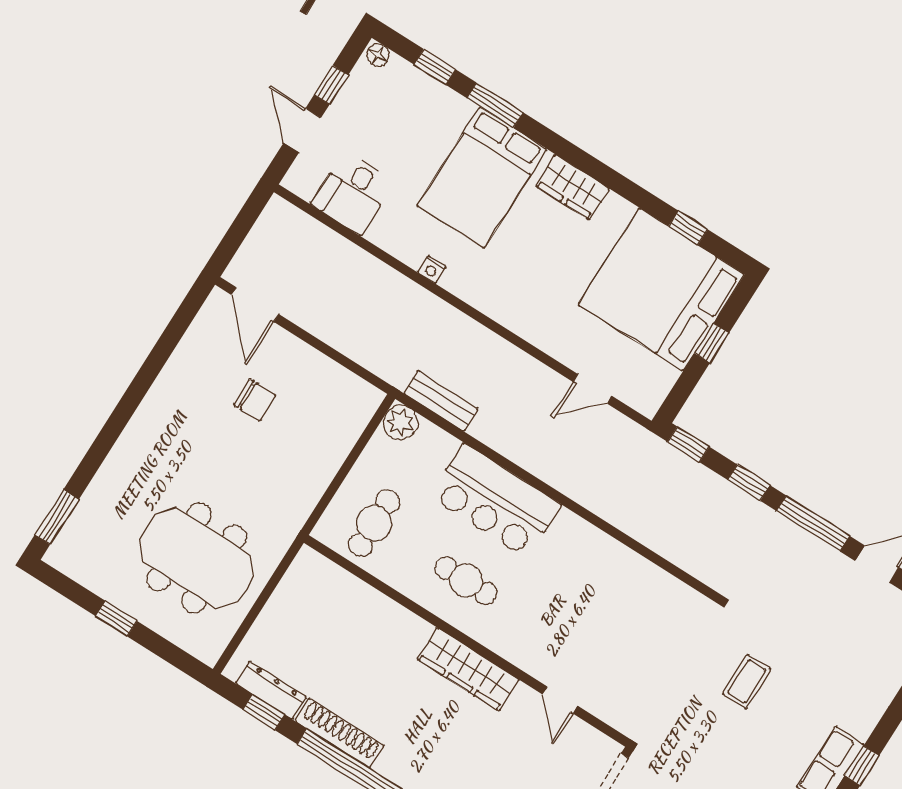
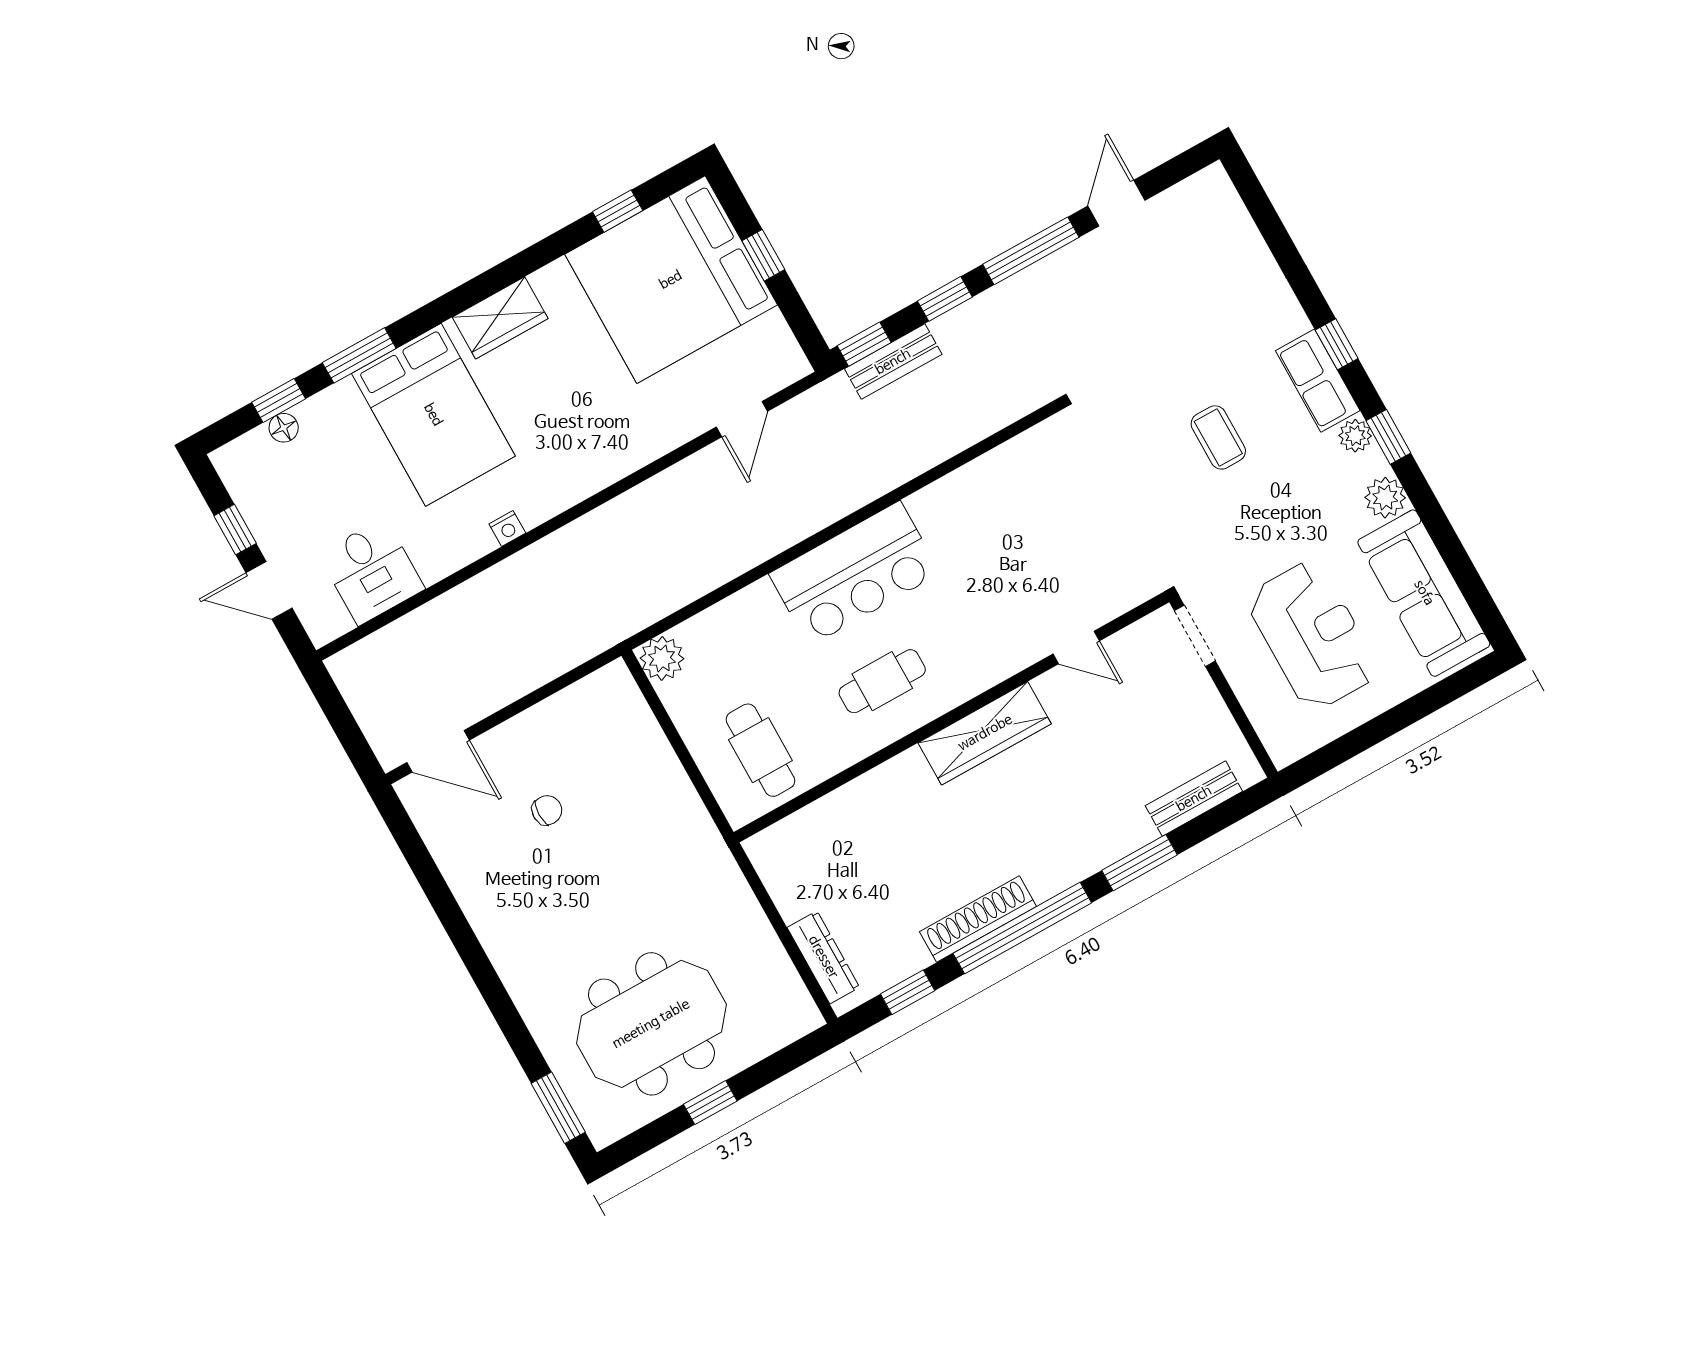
floor lamp: (378, 55) -> (284, 428), moved
chair: (255, 400) -> (547, 810), width x0.73, depth x0.73
bench: (441, 401) -> (893, 362), moved
bar counter: (495, 501) -> (855, 574), moved
meeting table: (197, 558) -> (651, 1024), moved
coffee table: (747, 682) -> (1218, 437), moved
dresser: (271, 690) -> (823, 957), moved, turned 90

